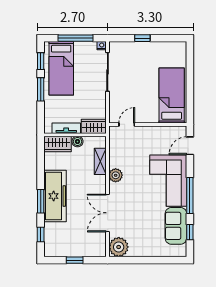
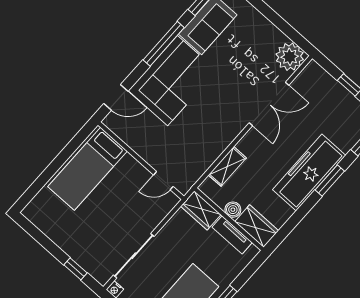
window: (142, 38) -> (76, 269), moved
plant: (116, 175) -> (224, 137), removed

